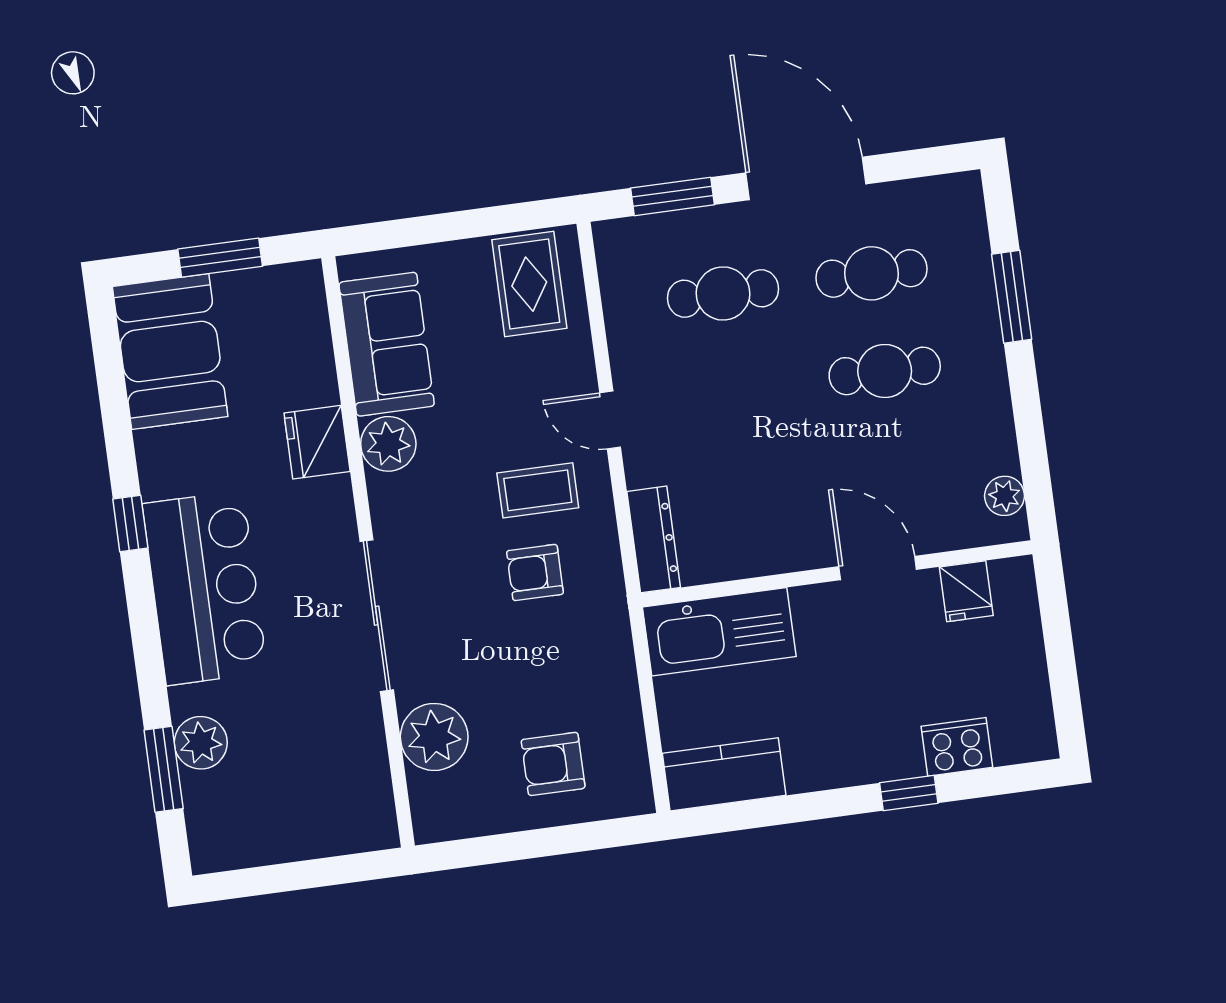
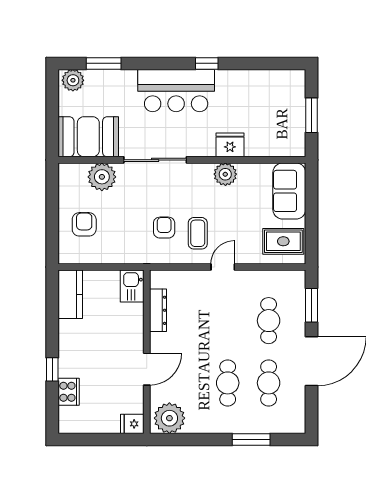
sofa: (387, 344) -> (289, 191), moved, turned 90
booth: (170, 352) -> (88, 137), moved
plant: (1004, 496) -> (169, 418), width x1.88, depth x1.88
dresser: (654, 539) -> (158, 310), moved, turned -90
fridge: (966, 591) -> (132, 424), moved
kitchen sink: (719, 632) -> (132, 286), width x0.53, depth x0.81
plant: (201, 743) -> (73, 80), moved

